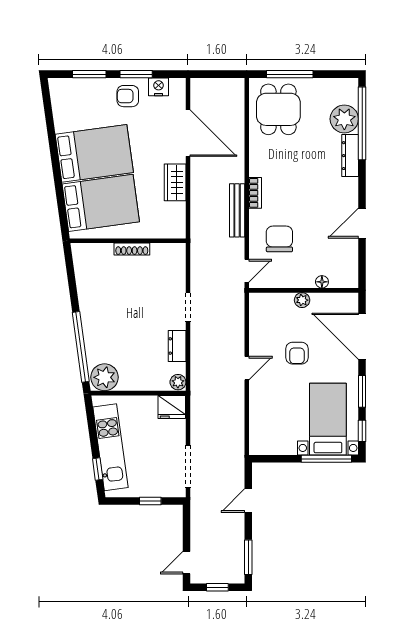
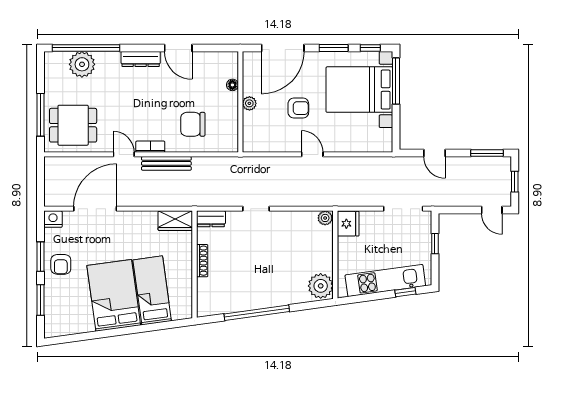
nightstand: (159, 87) -> (53, 219), moved, turned 90
dresser: (350, 156) -> (141, 59), moved
wardrobe: (175, 182) -> (175, 221), moved
bed: (101, 203) -> (152, 290), width x0.67
door: (247, 271) -> (124, 154), moved
dresser: (177, 346) -> (211, 219), moved
window: (81, 347) -> (257, 313), moved
bed with nightstands: (328, 419) -> (359, 90), width x1.36

